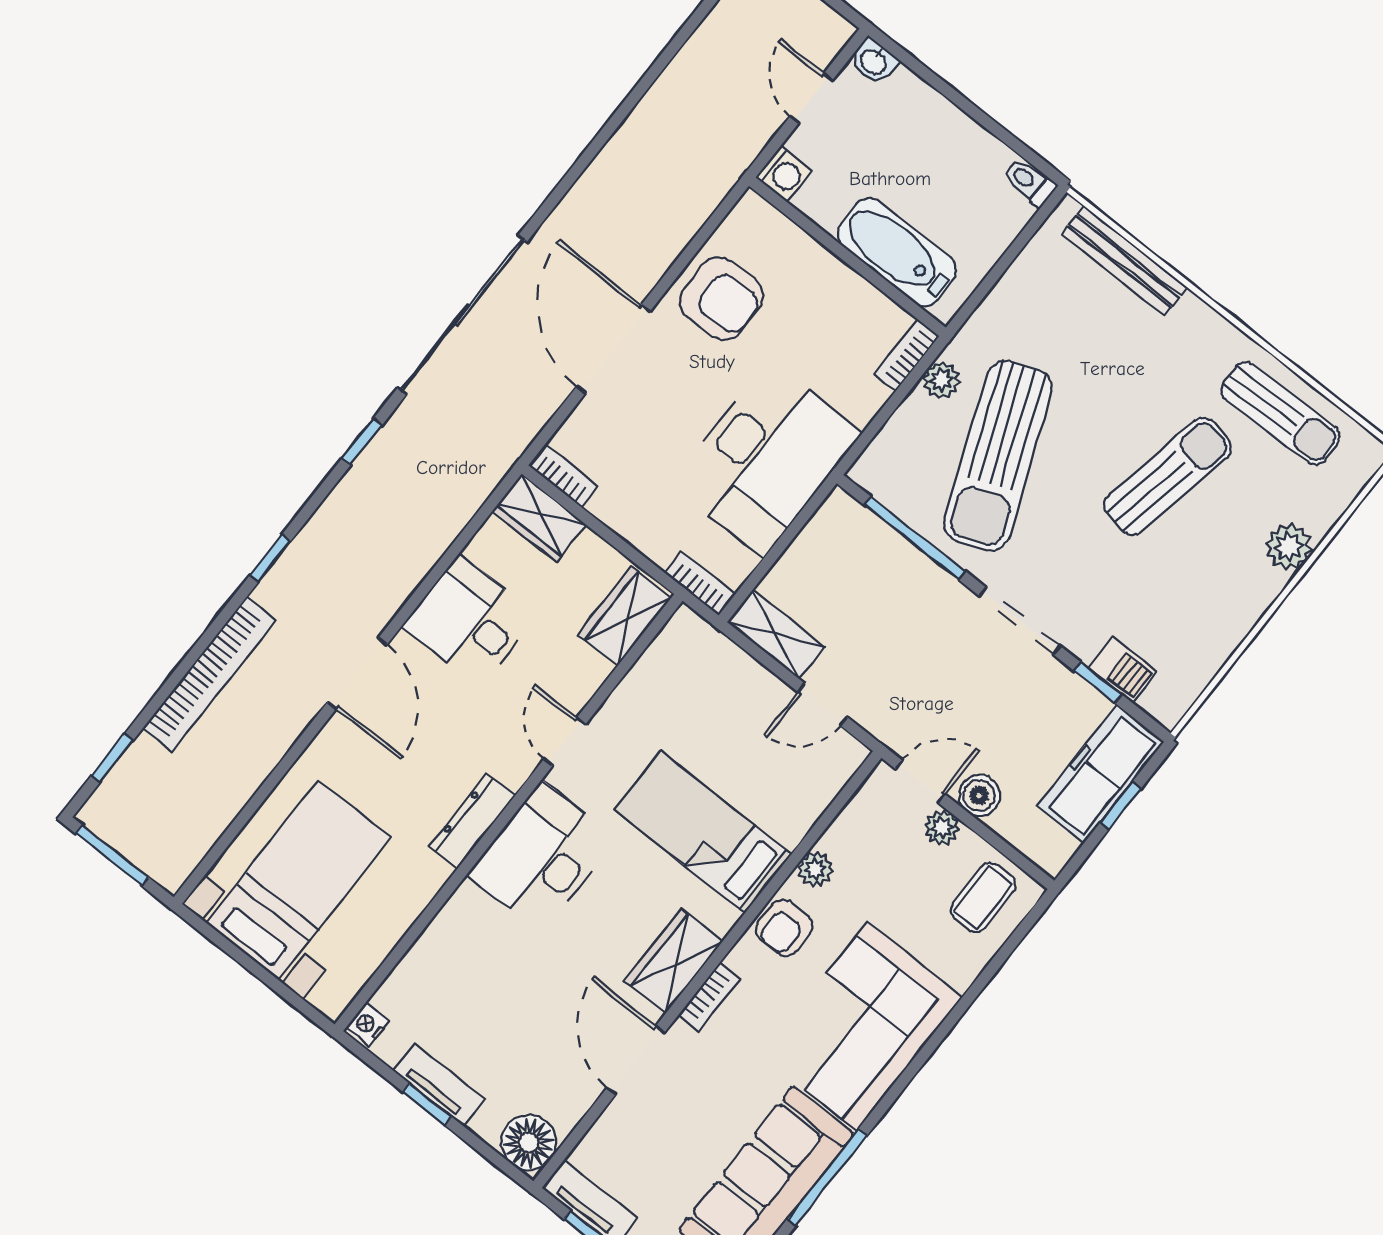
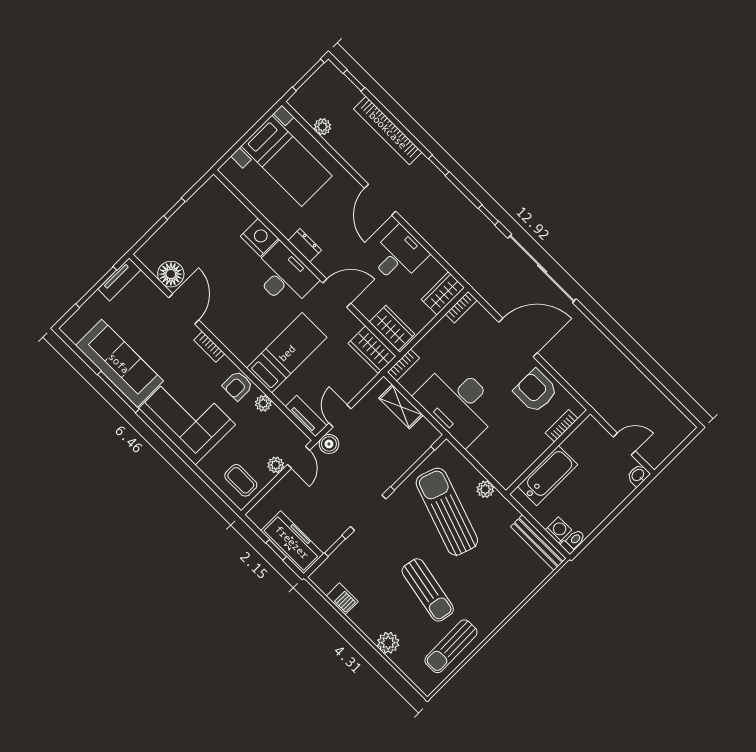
washing machine: (784, 174) -> (558, 530), moved, turned 180
bench: (1124, 261) -> (538, 543), moved, turned 90
armchair: (721, 298) -> (536, 391), turned 92
bookcase: (906, 355) -> (562, 426), moved, turned -90
sun lounger: (998, 456) -> (447, 512), turned 41
shelving: (776, 635) -> (401, 407), moved, turned 90
barbecue: (1123, 670) -> (342, 599), moved, turned -90
door: (357, 673) -> (380, 200), hinge flipped
door: (565, 742) -> (337, 293), width x1.38
boiler: (979, 795) -> (329, 444), moved
plant: (217, 813) -> (322, 127), added
dresser: (472, 821) -> (305, 245), width x0.70
armchair: (784, 928) -> (238, 386), turned -90
wardrobe: (673, 961) -> (372, 350), moved, turned 180
nightstand: (367, 1025) -> (259, 237), moved, width x1.89, depth x1.79
door: (636, 1060) -> (184, 309), hinge flipped
tv unit: (439, 1085) -> (306, 416), moved, turned -90
floor lamp: (529, 1143) -> (171, 274), moved

